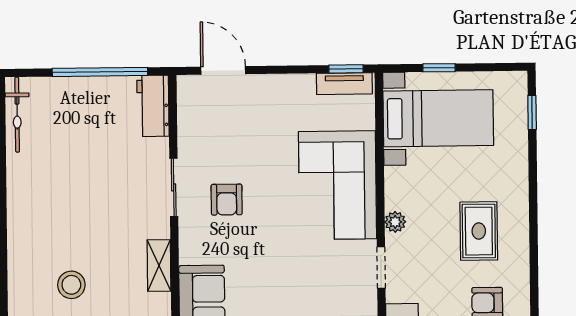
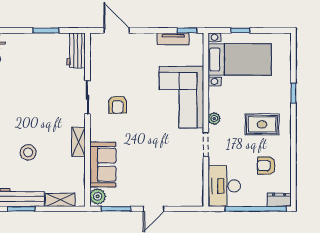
window: (100, 72) -> (46, 31), width x0.47
tv unit: (344, 84) -> (173, 39), moved
window: (532, 112) -> (293, 93), moved
rug: (479, 231) -> (262, 124), turned 90

